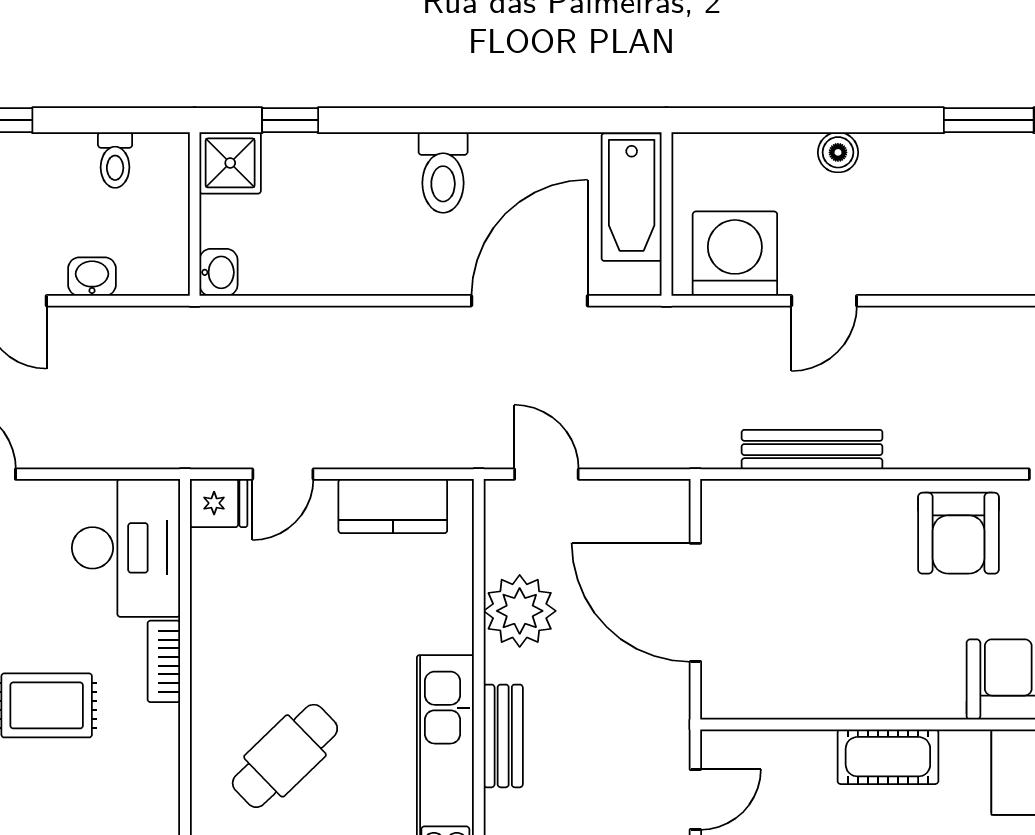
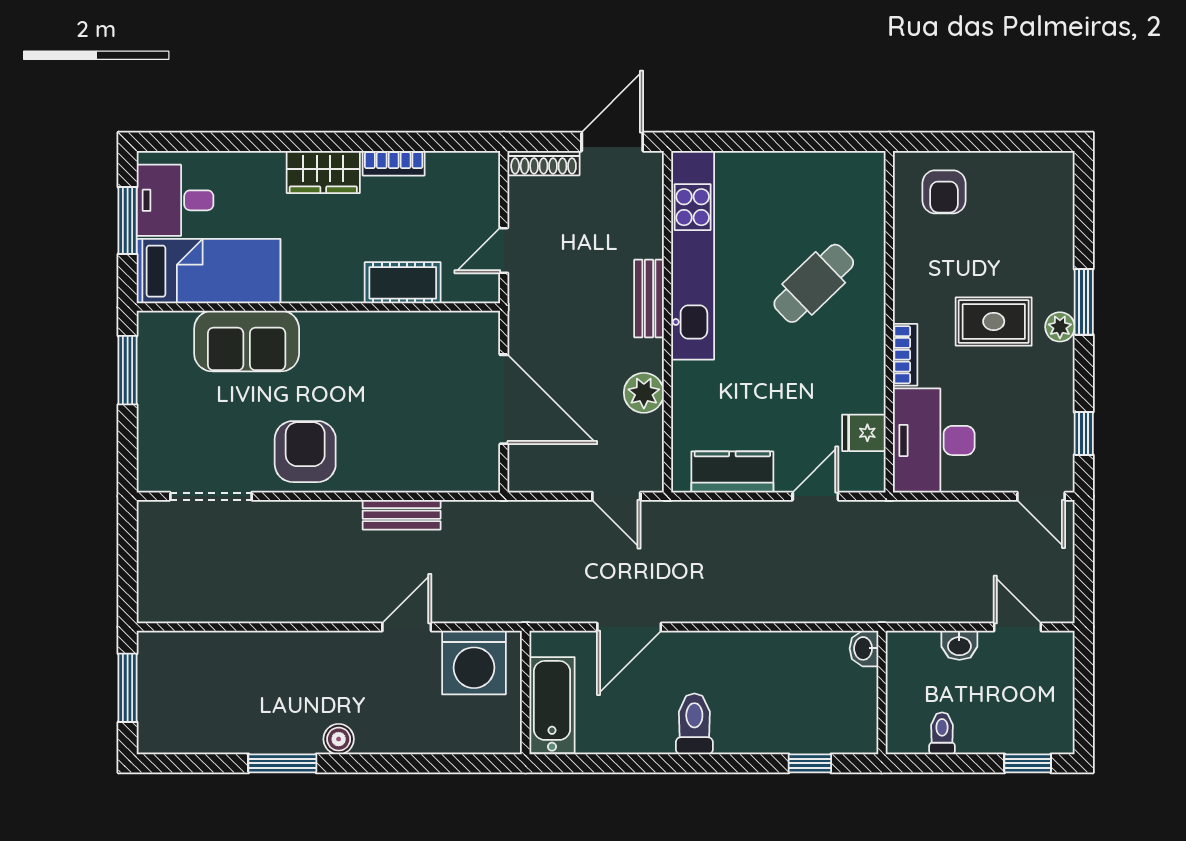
boiler: (838, 152) -> (339, 739), moved
shower: (230, 163) -> (855, 731), removed
door: (529, 301) -> (629, 627), width x0.73
bench: (812, 450) -> (402, 515), width x0.73
fridge: (219, 503) -> (864, 433), moved
plant: (520, 611) -> (644, 393), width x0.73, depth x0.73
cot: (888, 757) -> (403, 283), moved

